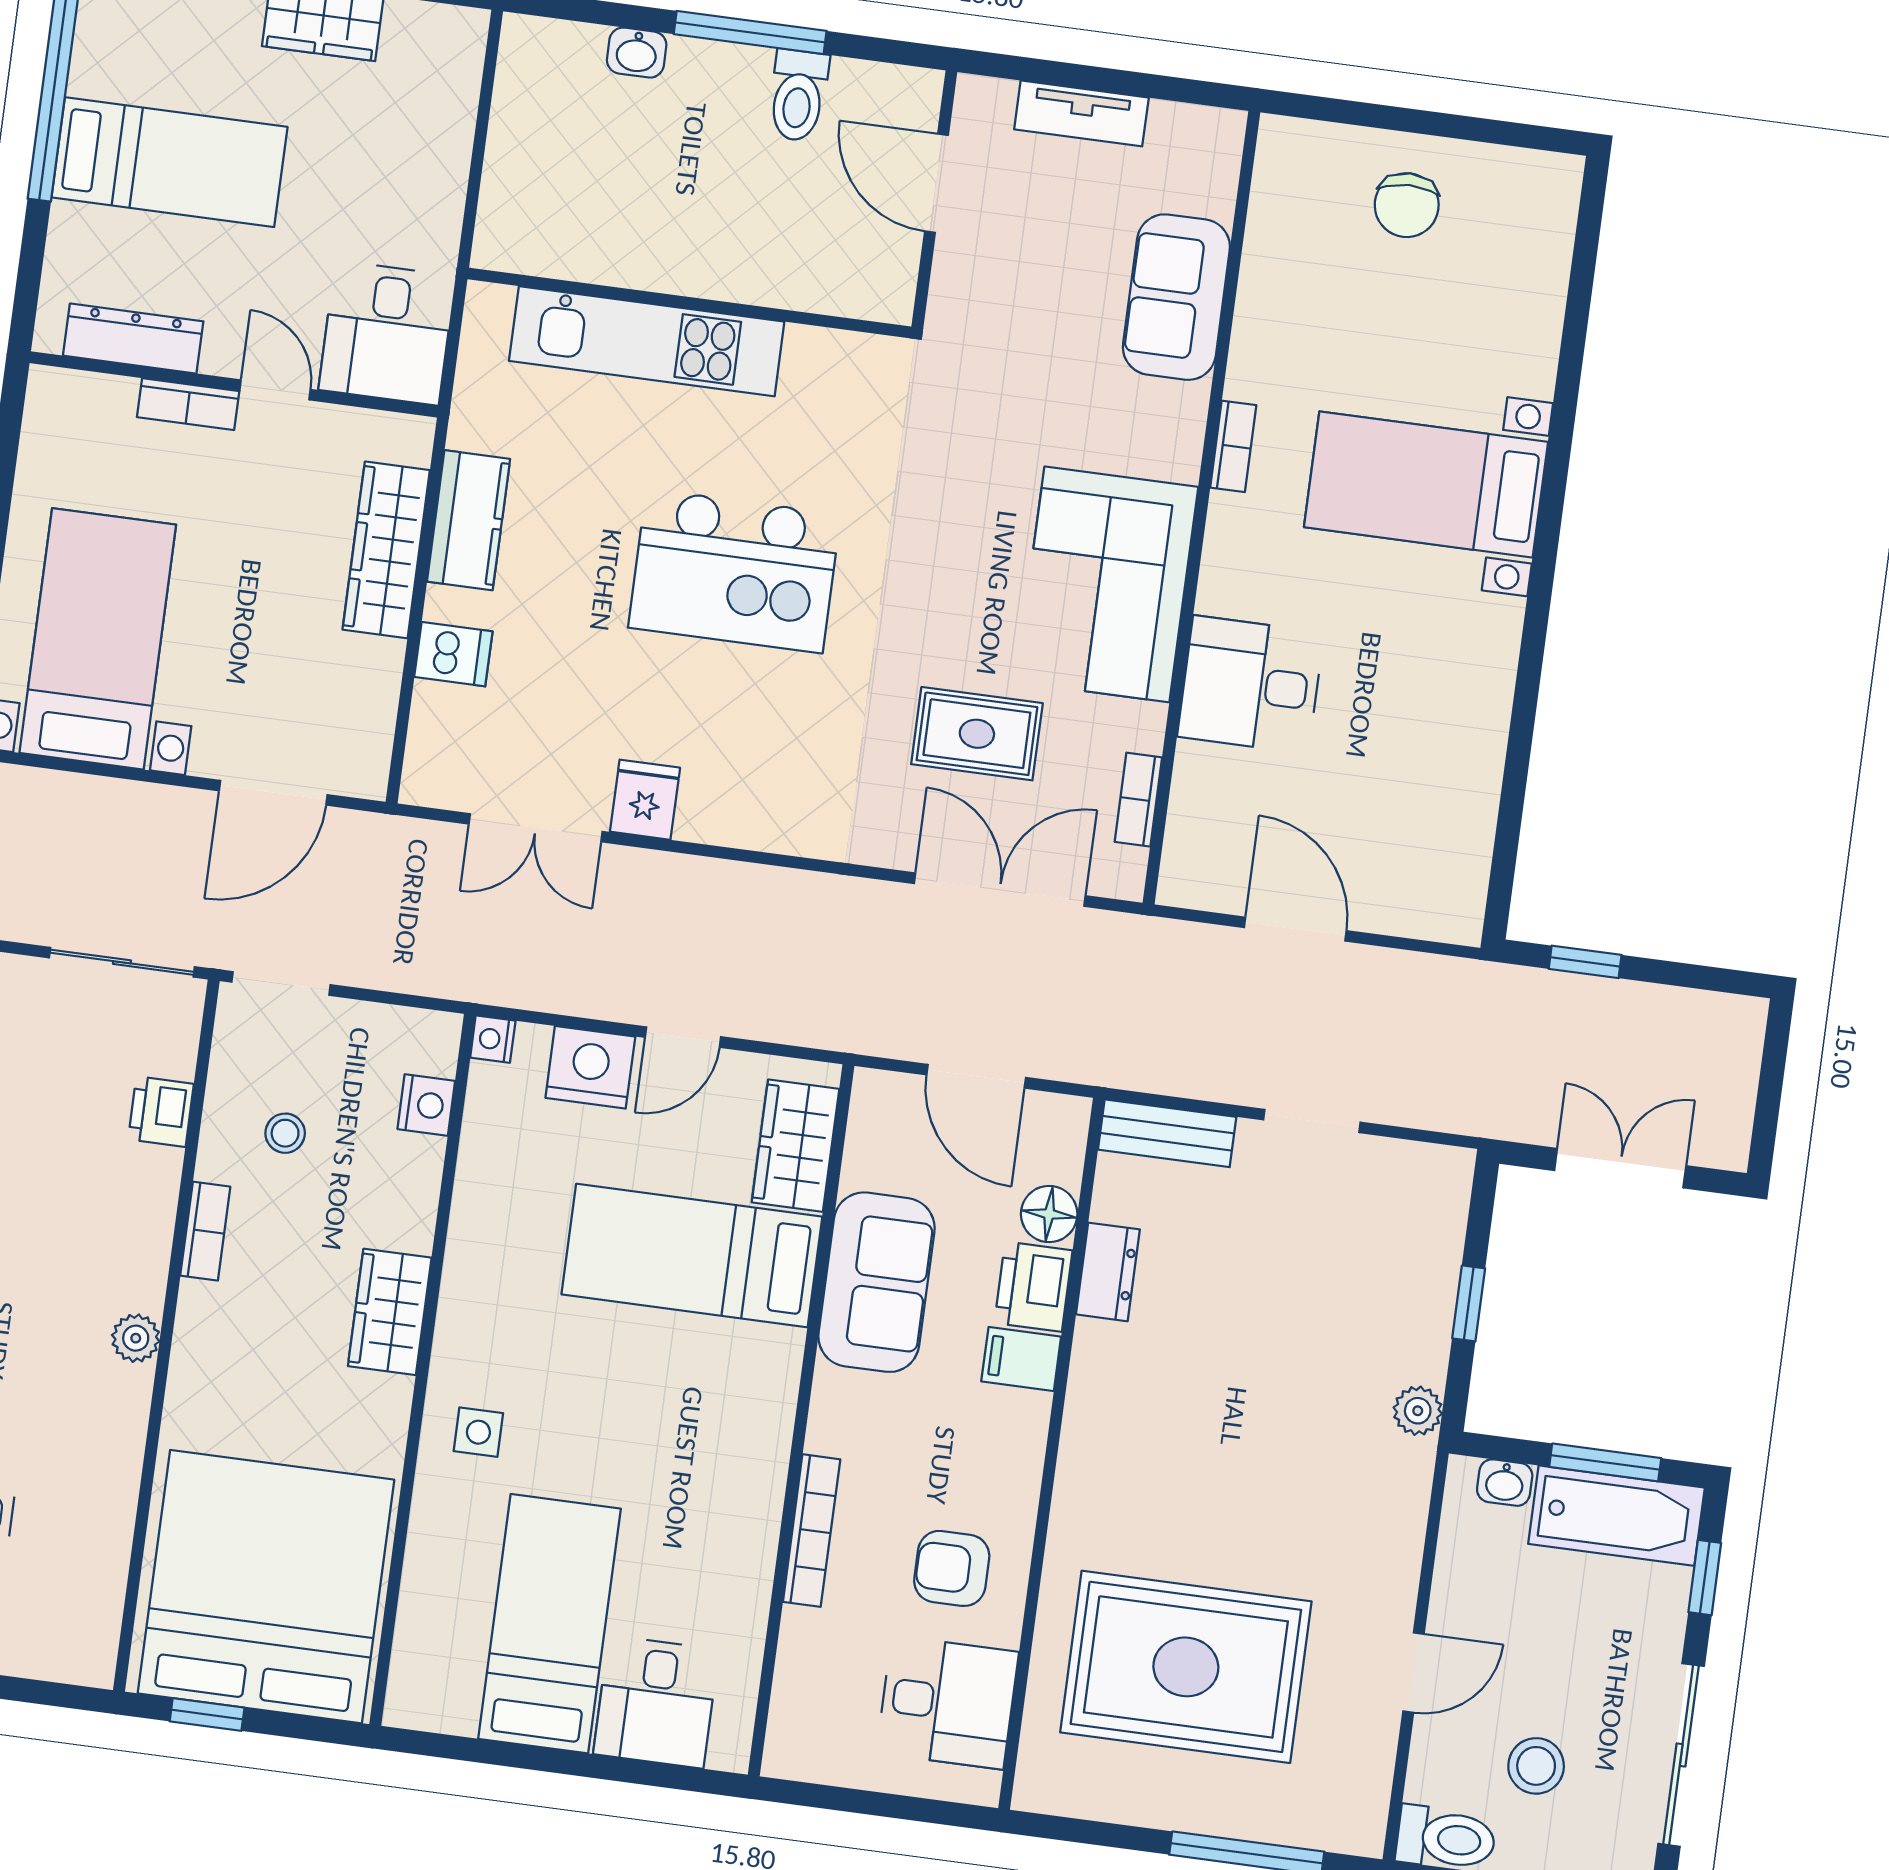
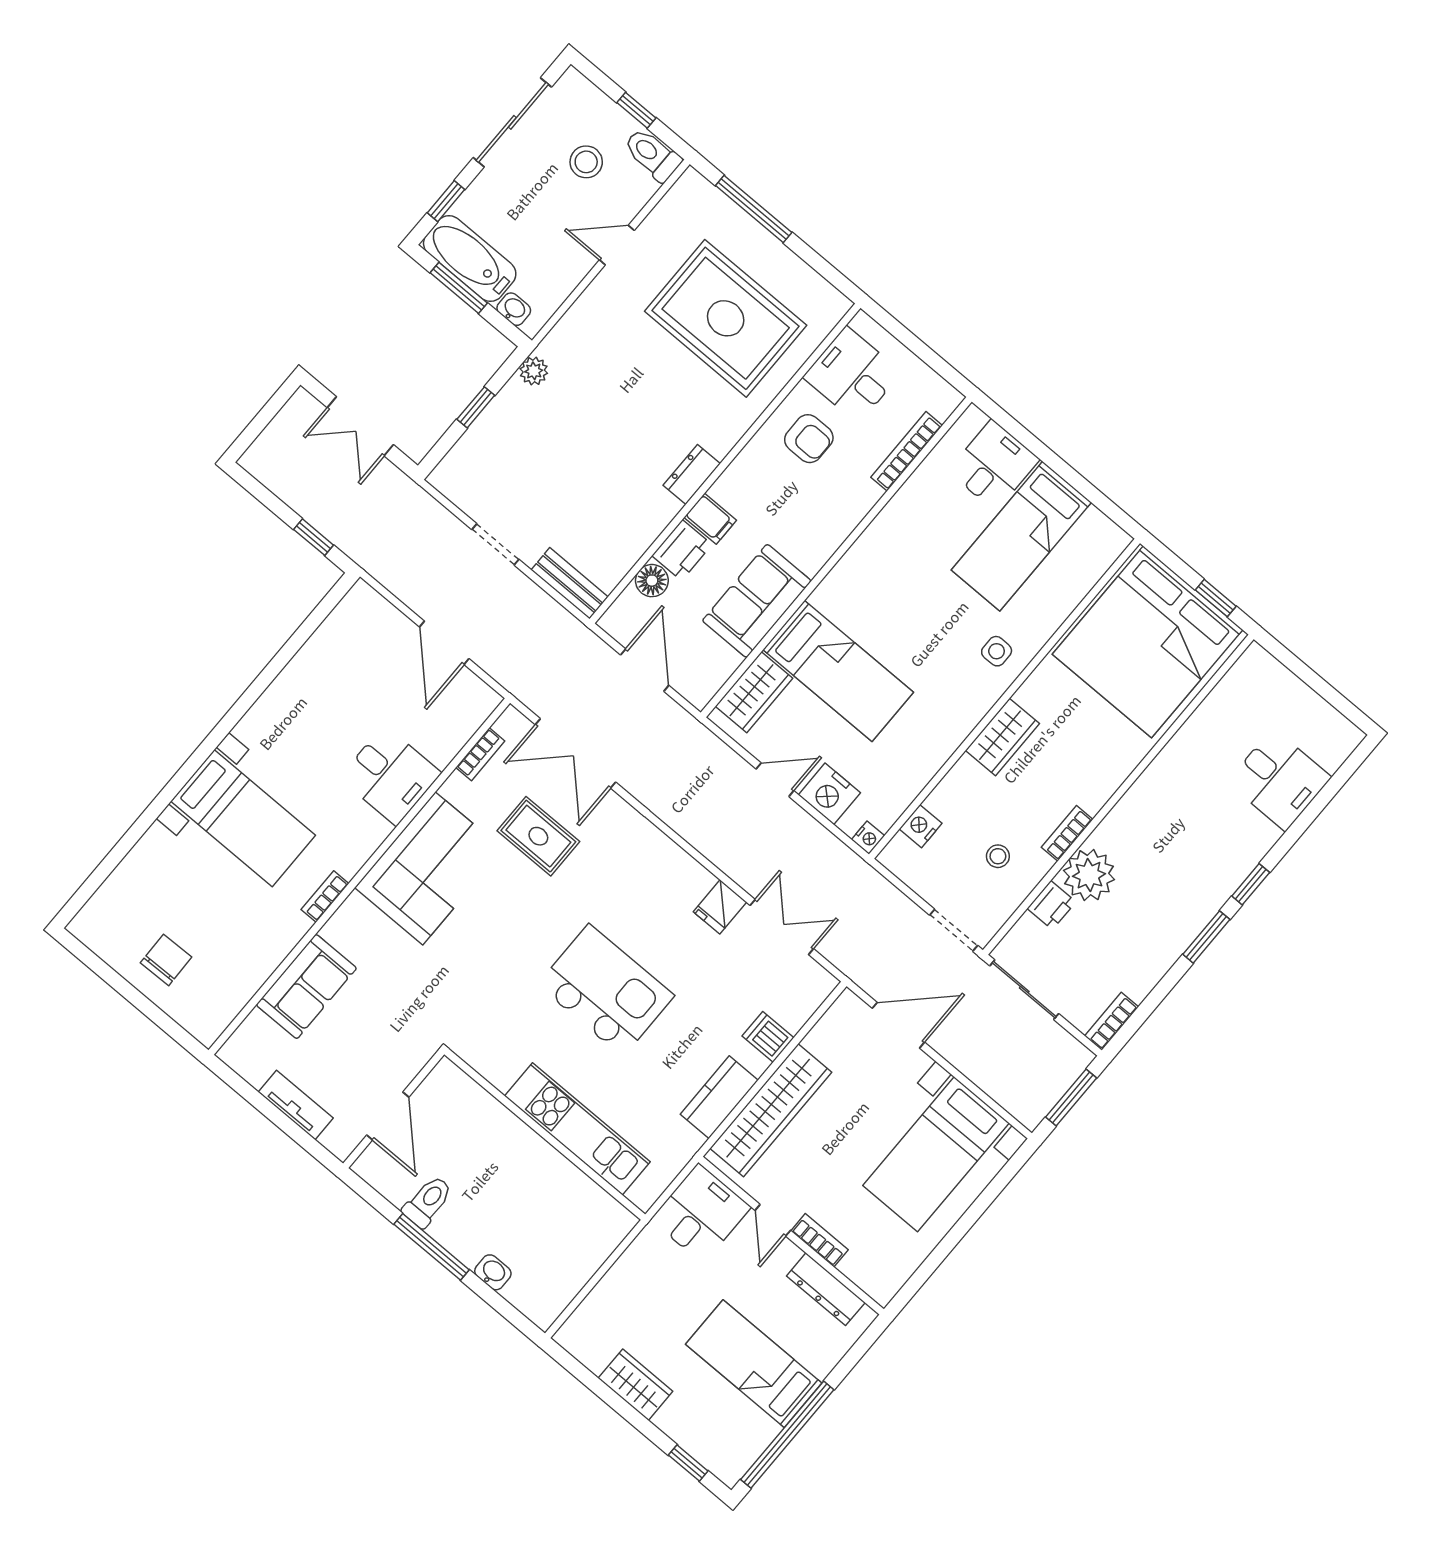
wardrobe: (386, 550) -> (771, 1110), width x1.40, depth x1.17
dresser: (1108, 1272) -> (692, 474), moved
plant: (136, 1338) -> (1089, 875), moved, width x1.88, depth x1.88
bookcase: (812, 1531) -> (907, 451), moved

